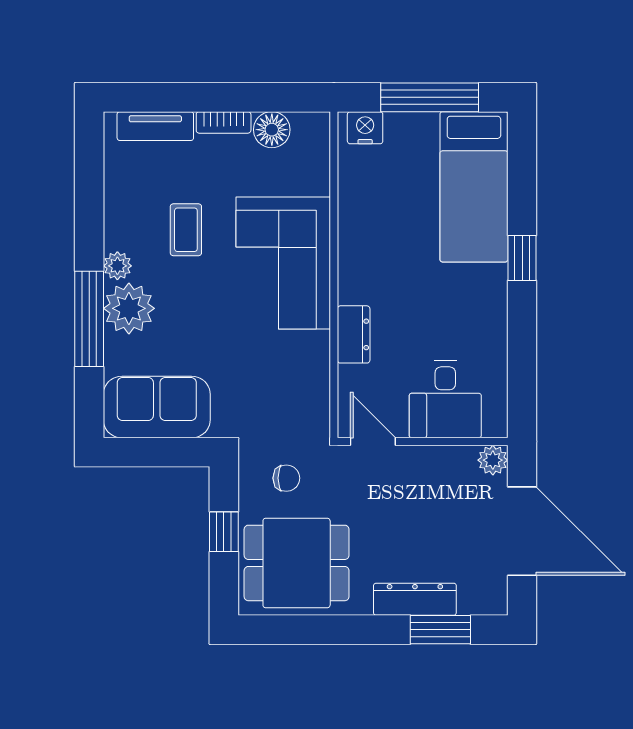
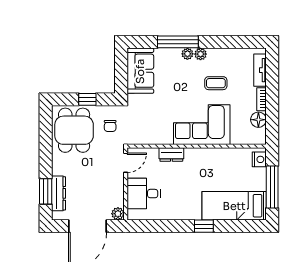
plant: (129, 308) -> (187, 54), width x0.53, depth x0.53
dresser: (415, 599) -> (59, 193), moved

